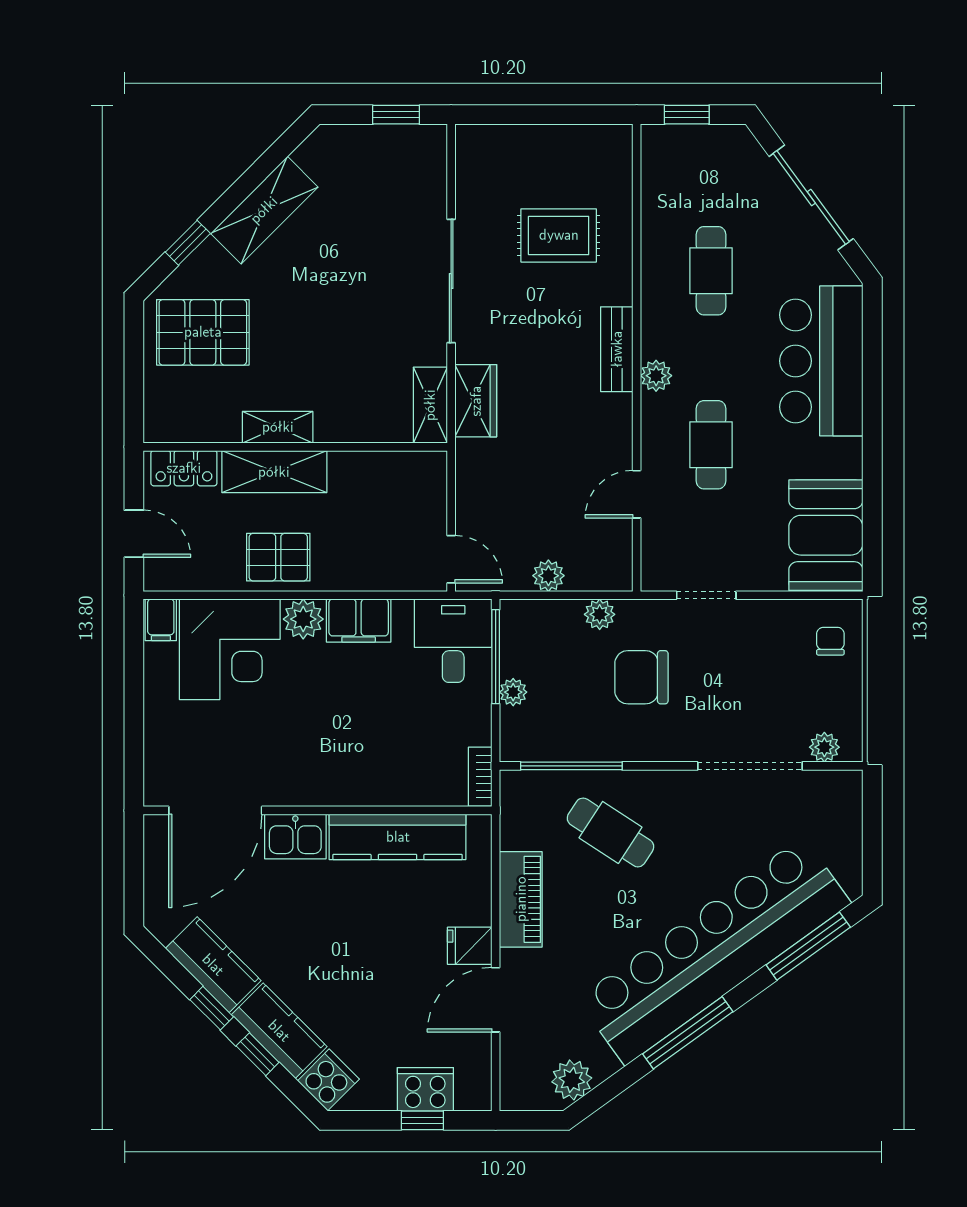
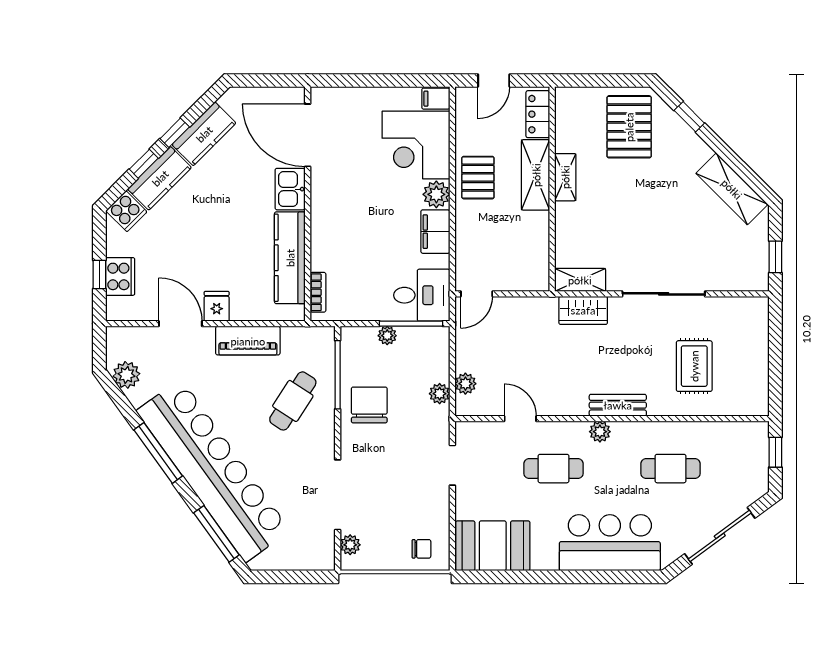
shelving: (264, 210) -> (732, 189), moved
plant: (548, 576) -> (465, 384), moved
chair: (641, 677) -> (369, 405), moved
bookcase: (480, 777) -> (318, 292), moved, turned 90

